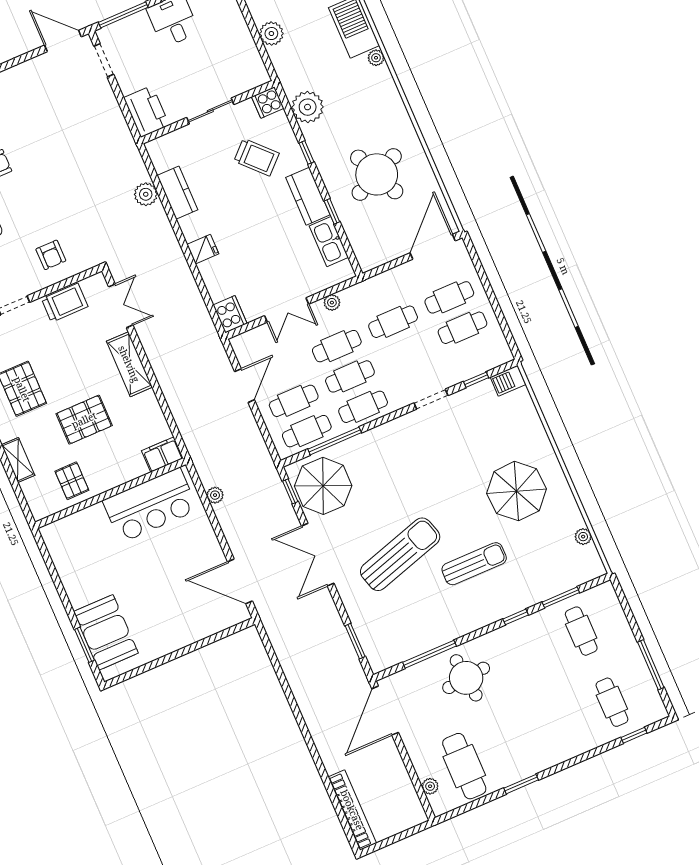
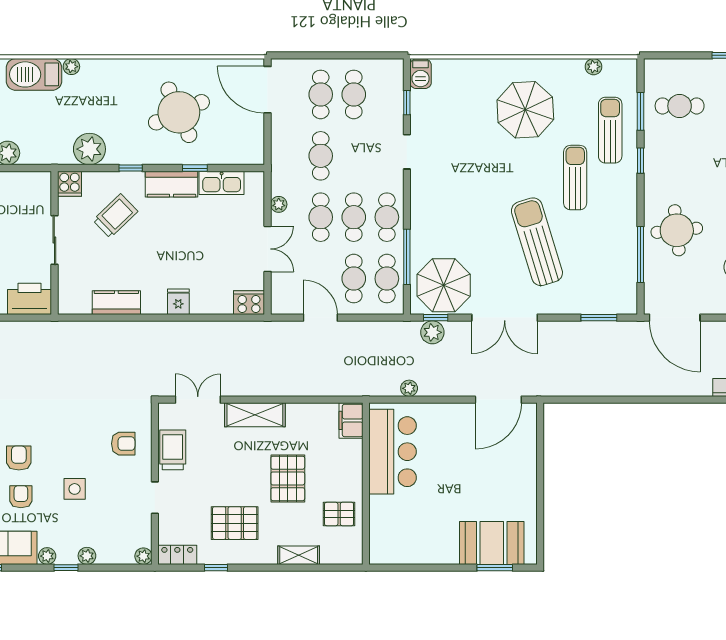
plant: (146, 194) -> (432, 332), moved
sun lounger: (532, 577) -> (610, 130), added

